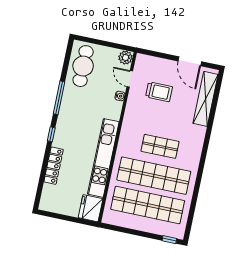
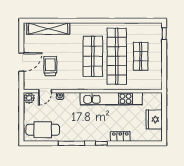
door: (190, 61) -> (21, 62), moved
shop shelf: (160, 146) -> (93, 56), width x1.43, depth x1.36
locker: (54, 166) -> (120, 136), width x0.66
shop shelf: (148, 205) -> (141, 56), width x0.50, depth x0.74
fridge: (91, 208) -> (154, 119), moved, turned 90

